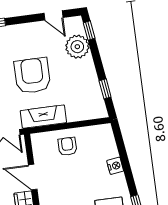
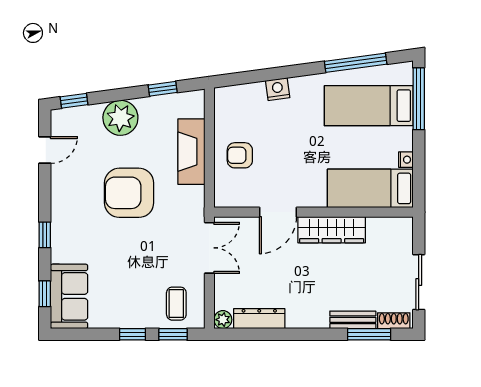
plant: (77, 47) -> (120, 118), moved
fireplace: (43, 117) -> (191, 152), moved

